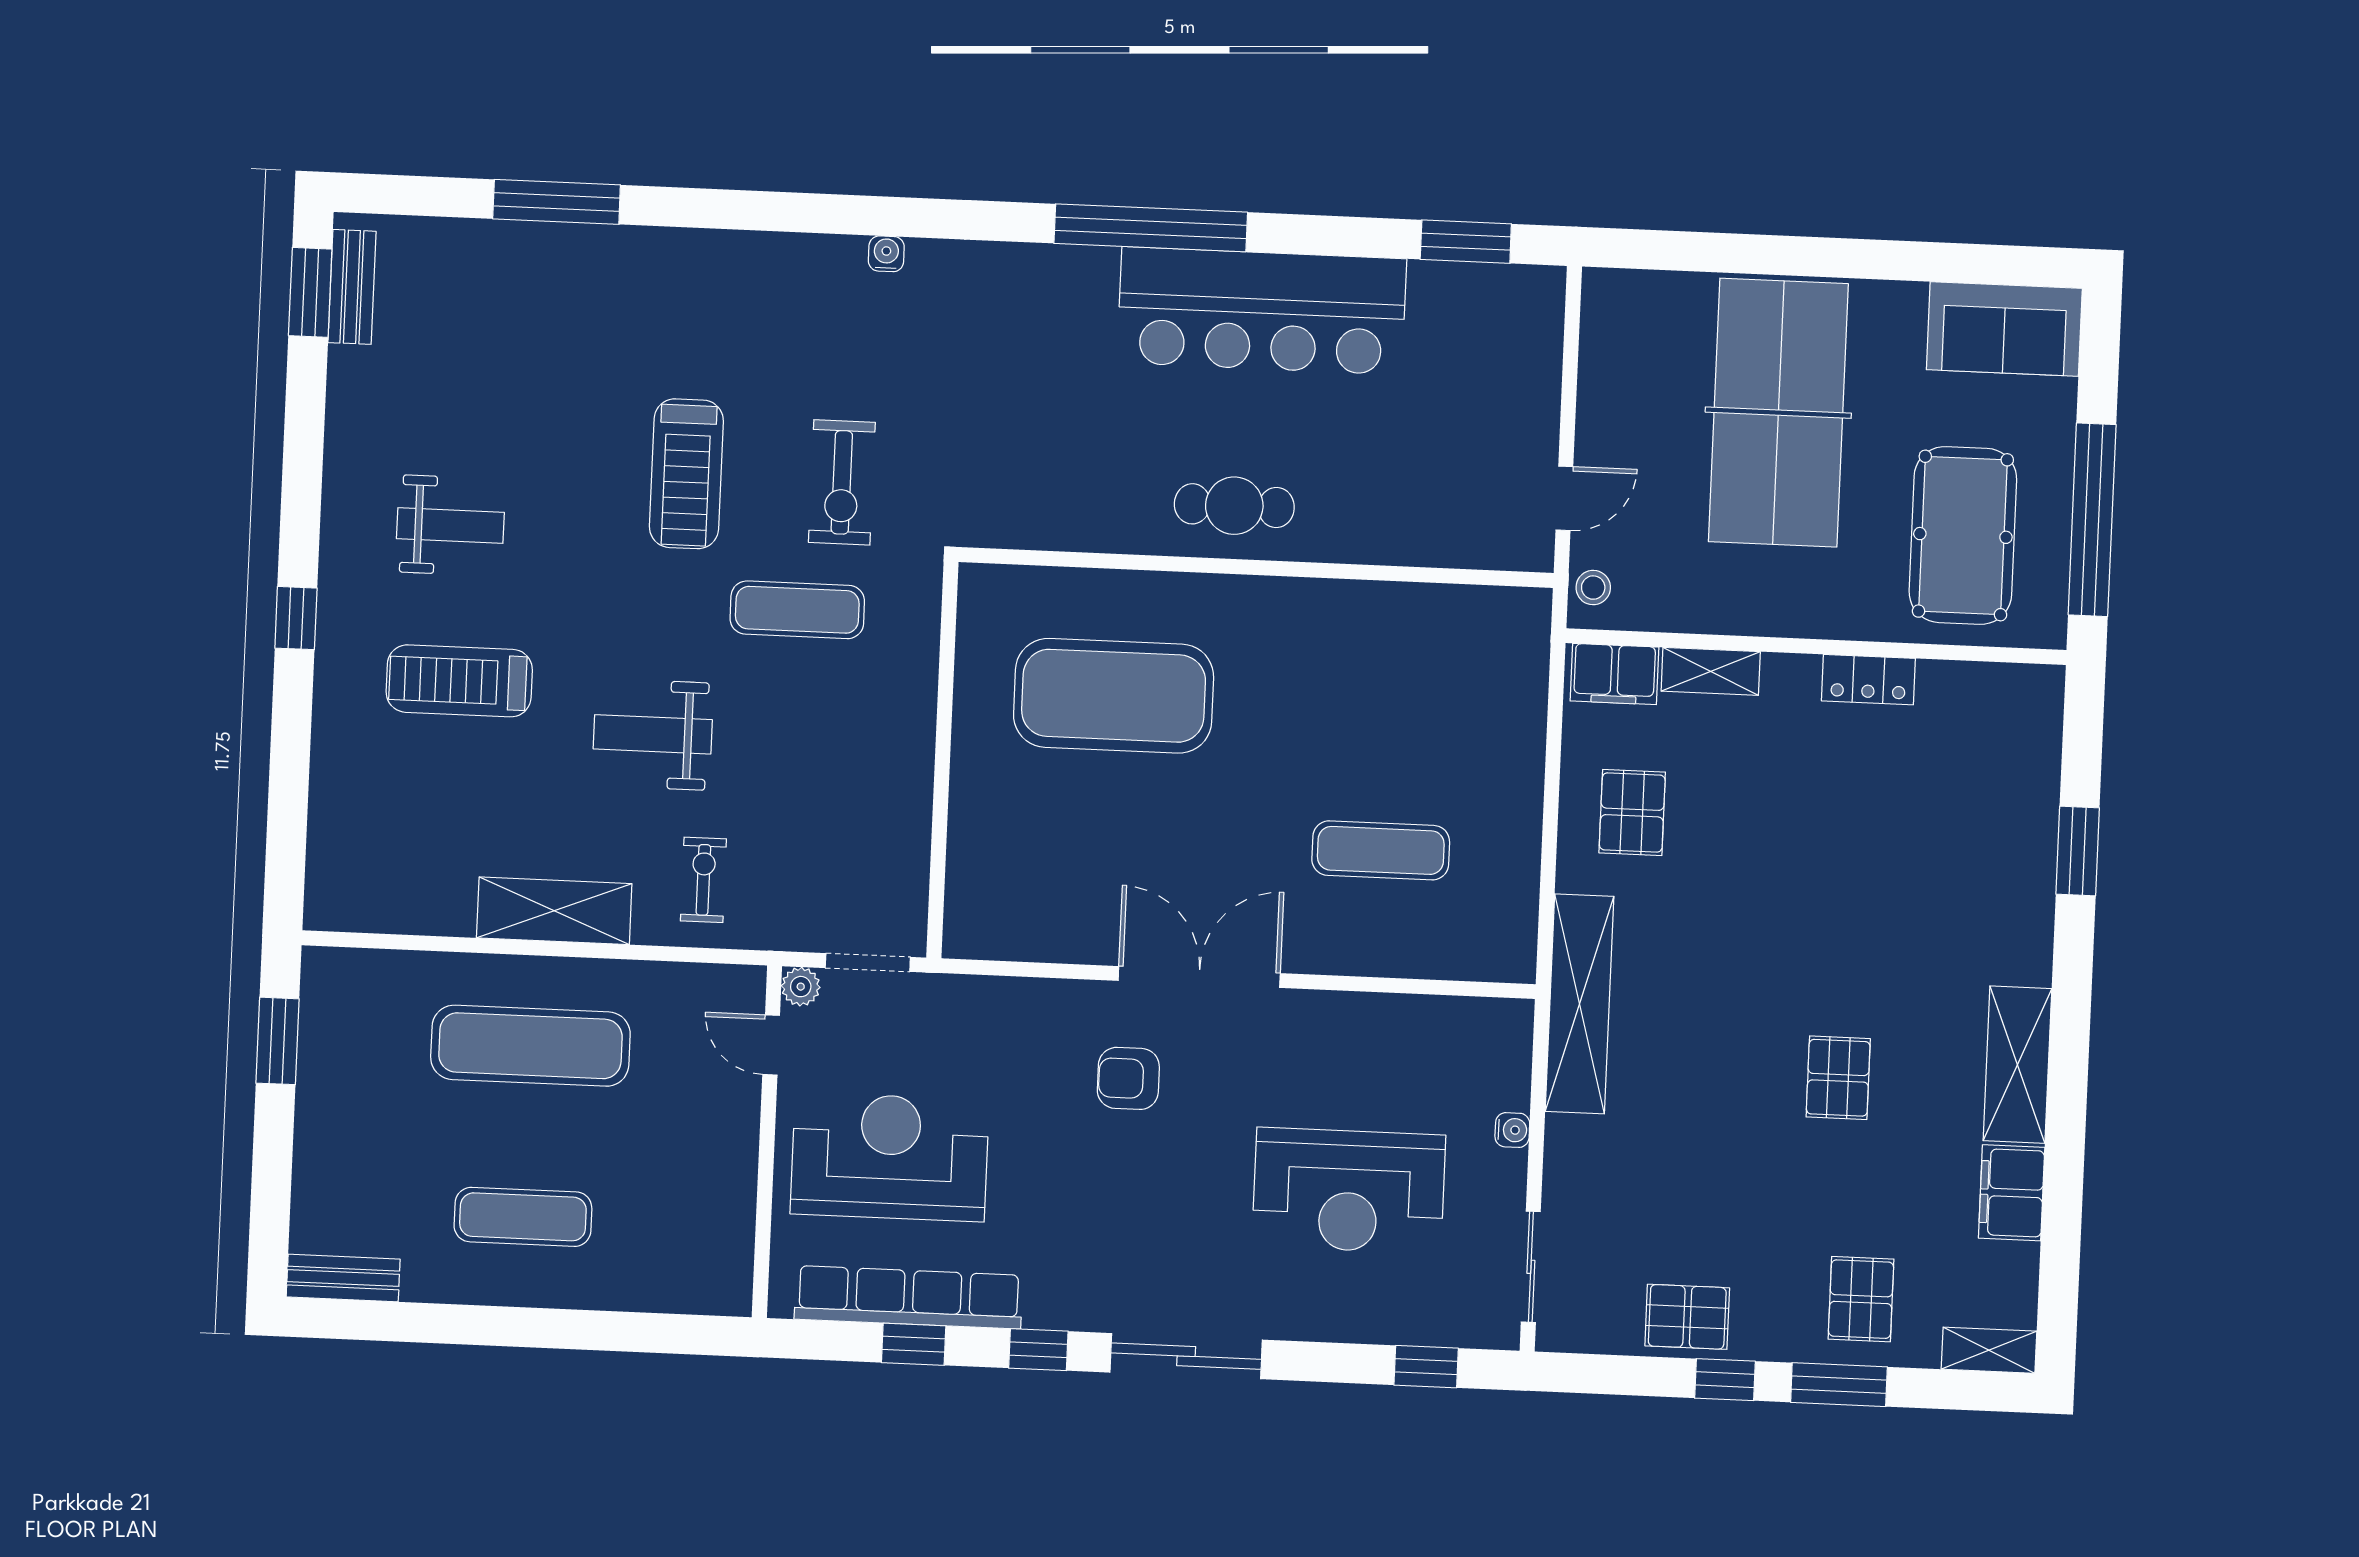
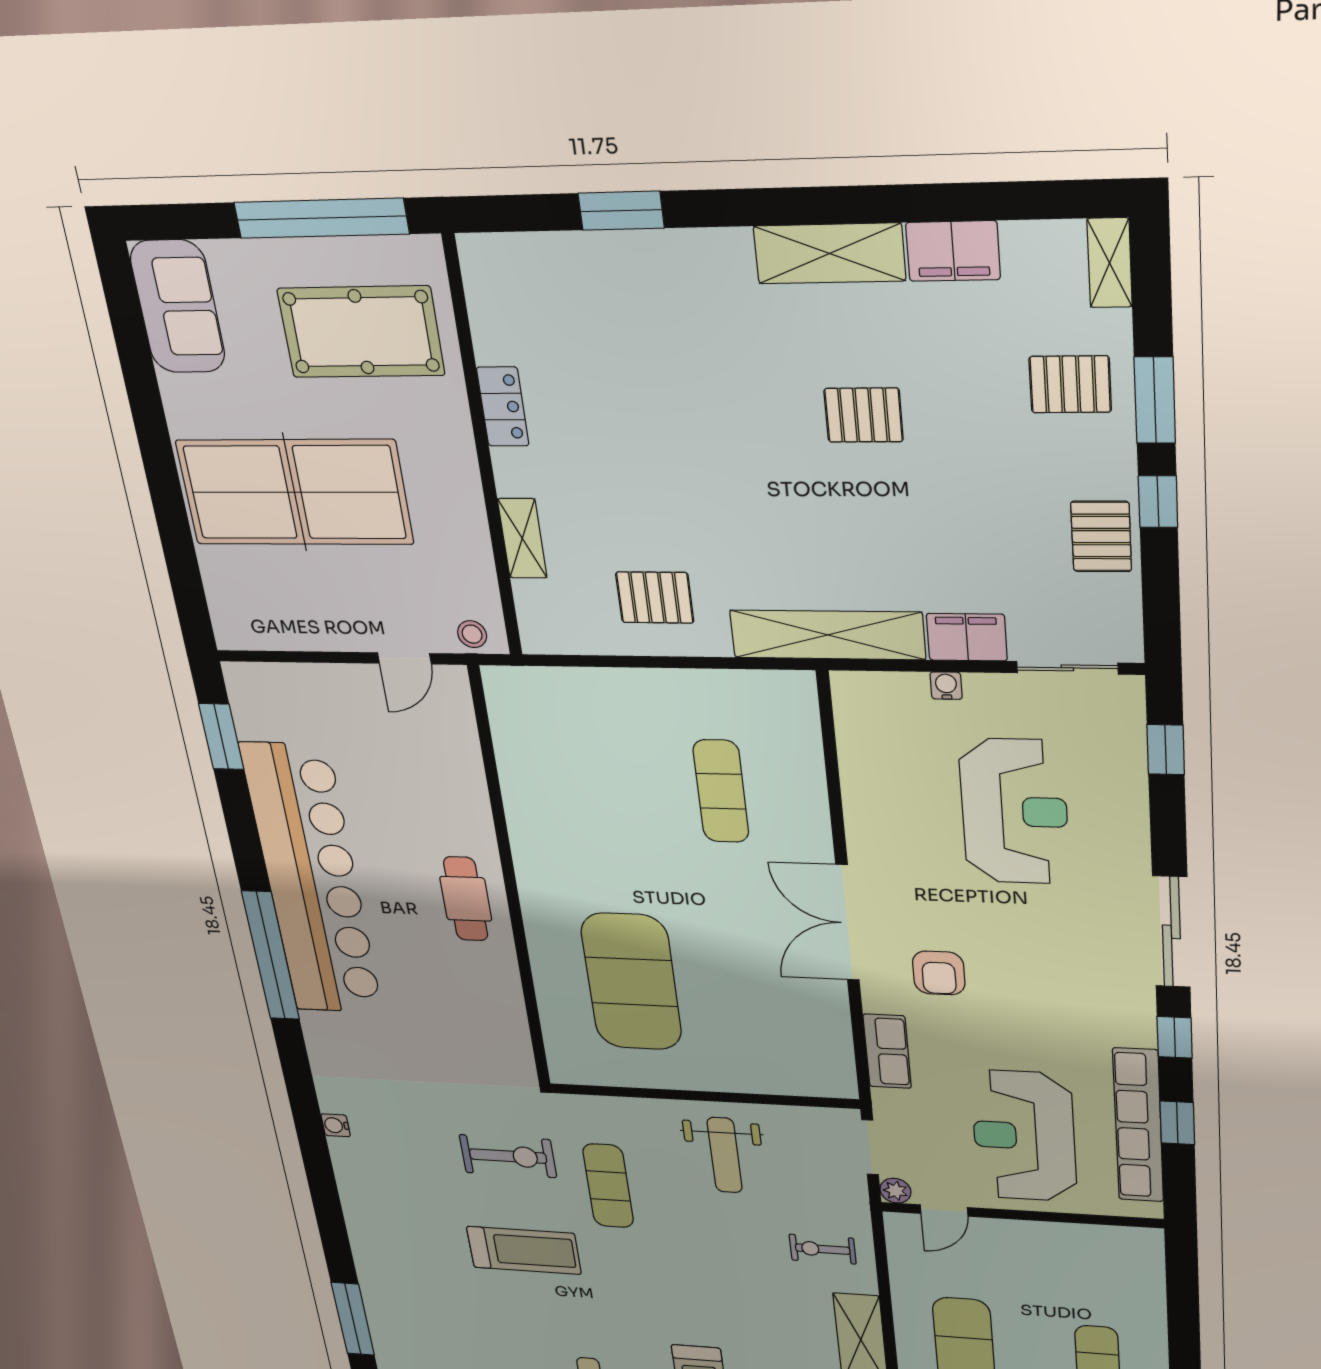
bar counter: (1262, 311) -> (312, 880), width x1.36
door: (1564, 498) -> (404, 658), swing flipped
filing cabinet: (1614, 674) -> (967, 637), moved, turned -90
weight bench: (653, 734) -> (725, 1155), moved
row of seats: (1014, 1002) -> (887, 1051), added

